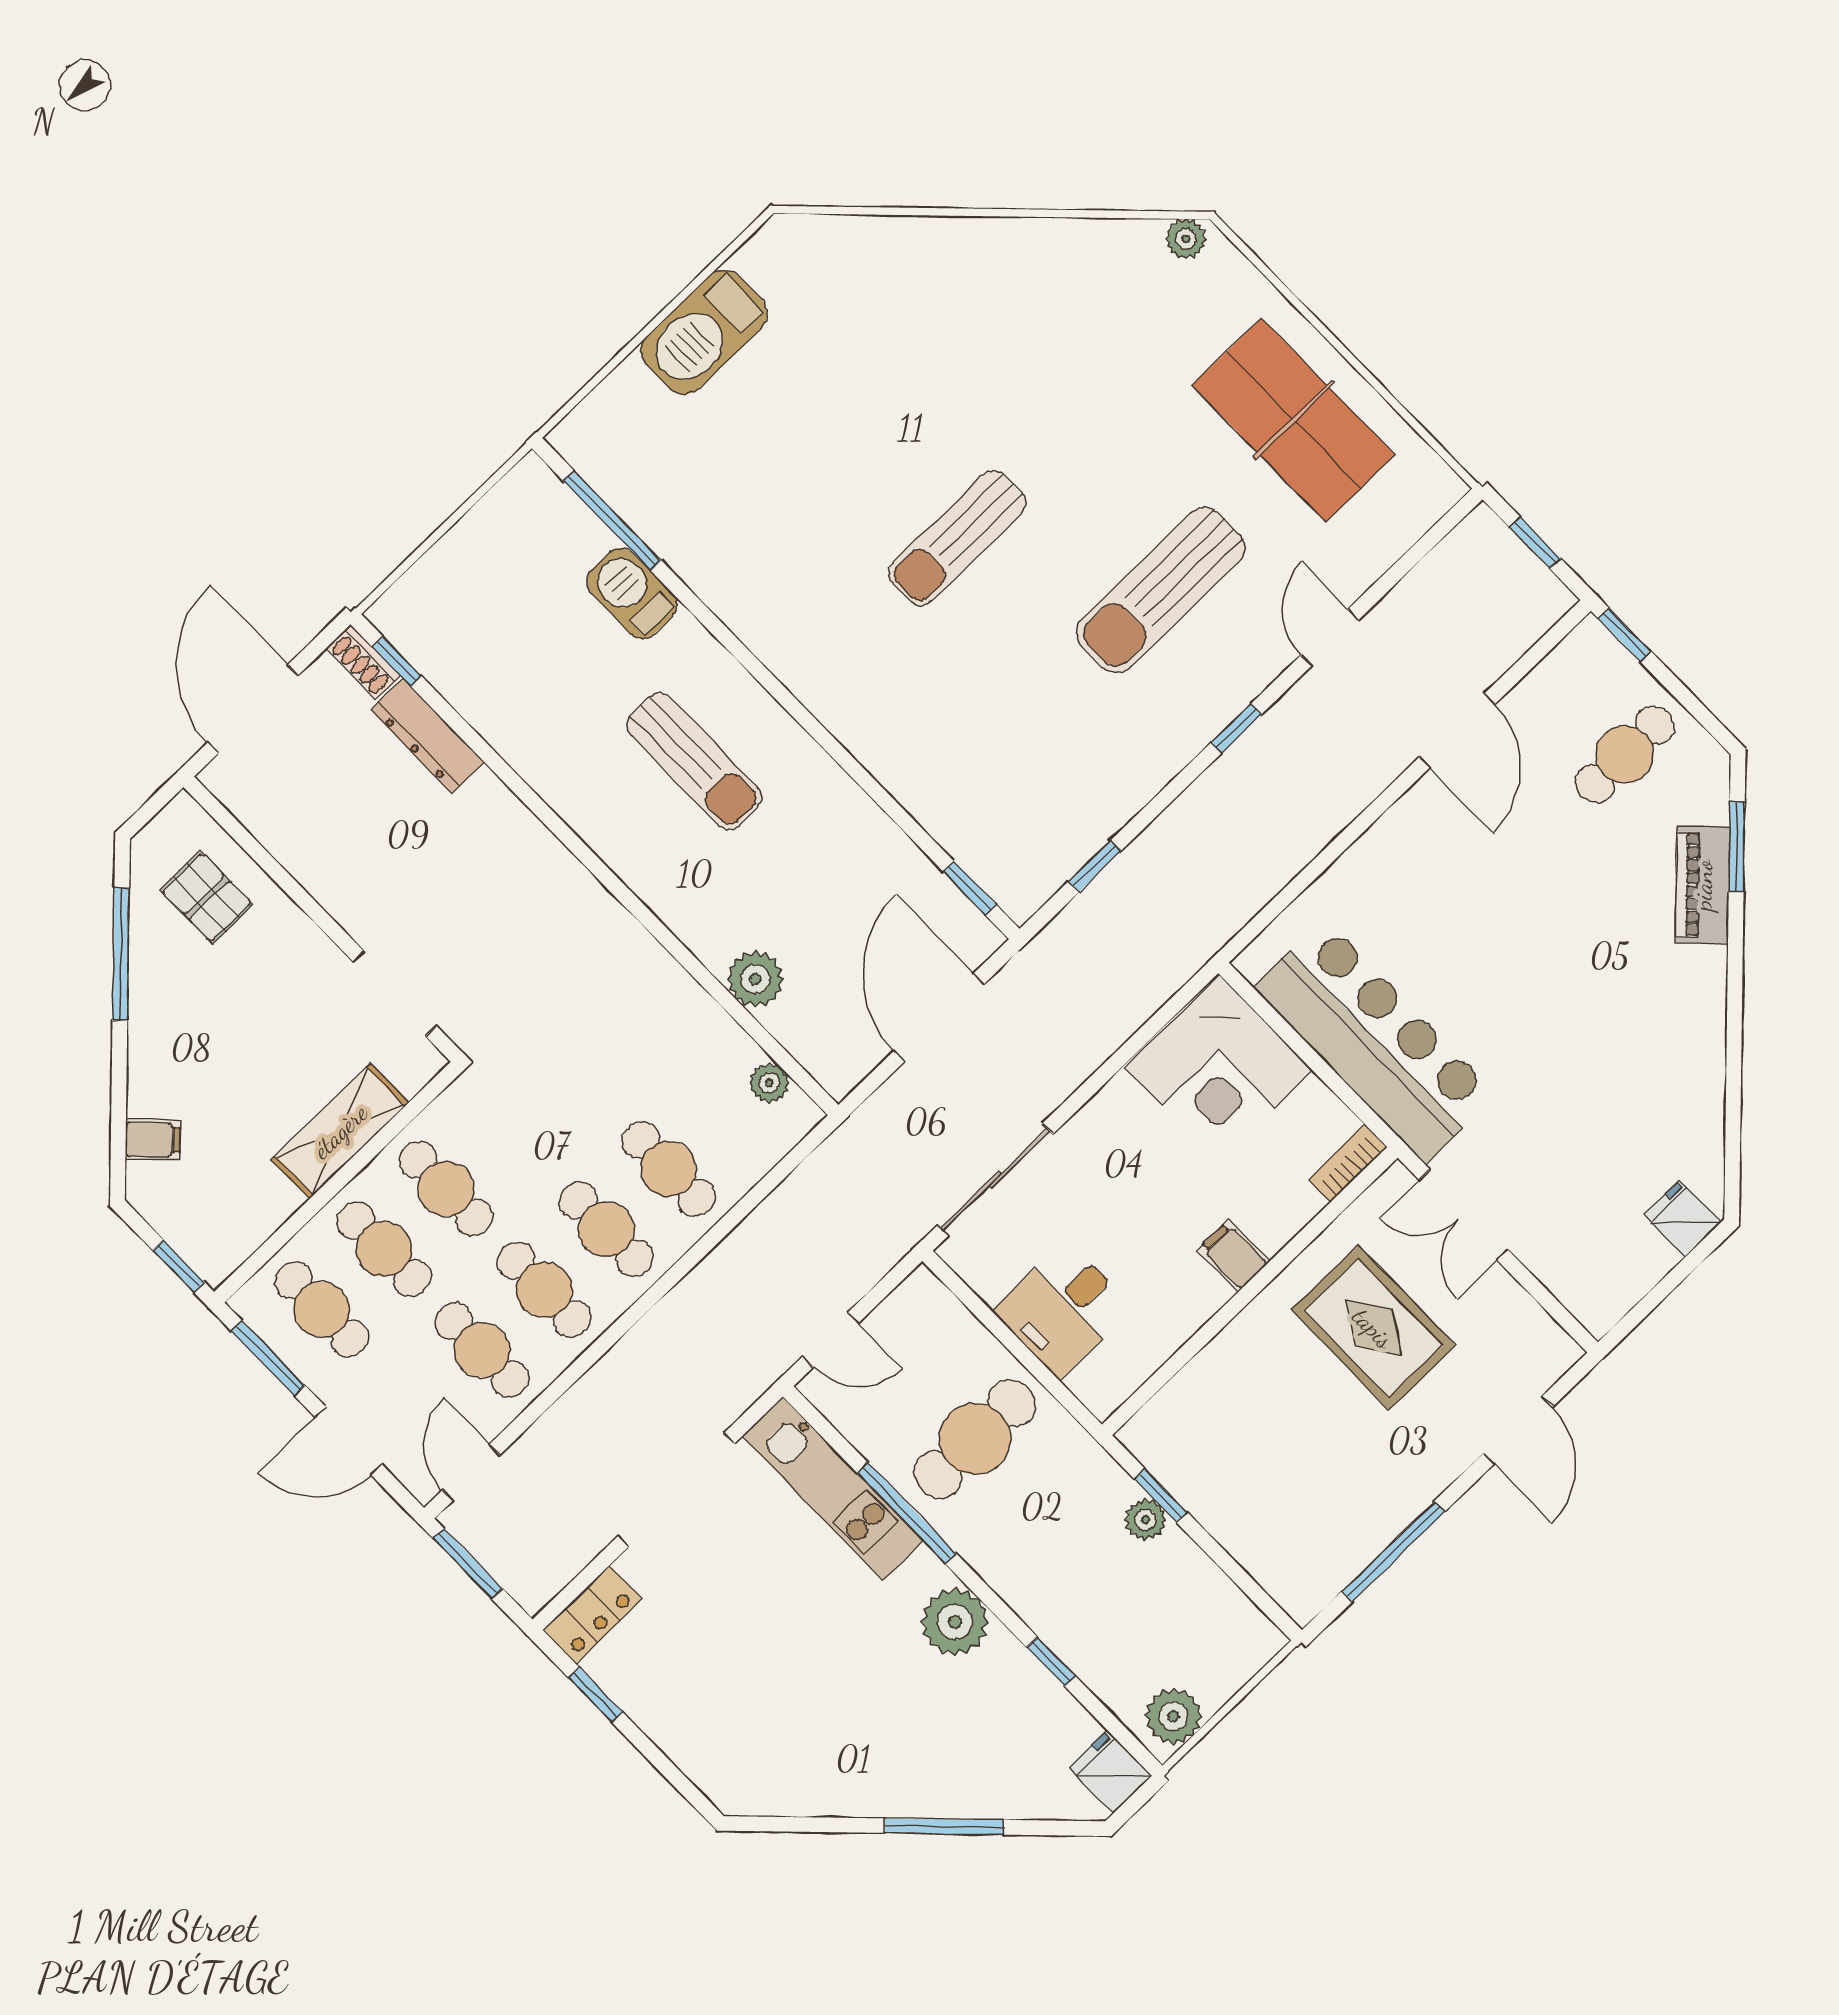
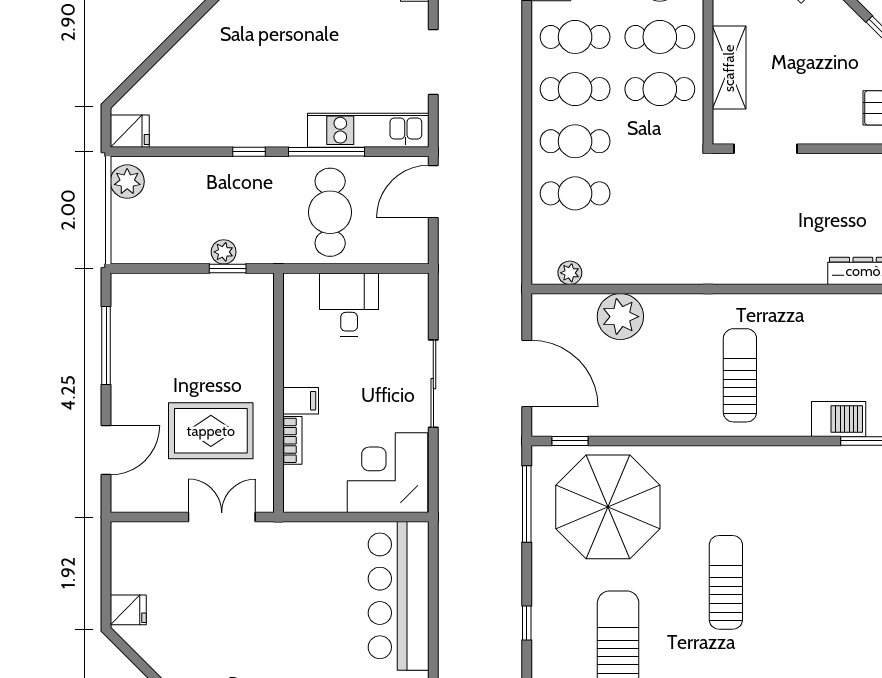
sun lounger: (694, 761) -> (740, 375), turned 90
parasol: (1004, 766) -> (608, 507), added
window: (1095, 866) -> (527, 504), width x2.17
plant: (755, 979) -> (620, 317), width x1.36, depth x1.36
bar counter: (1375, 1041) -> (399, 596), moved, turned 90
bookcase: (1348, 1163) -> (292, 440), moved
sliding door: (995, 1180) -> (433, 384), moved
door: (831, 1340) -> (433, 192), width x1.38
door: (1518, 1430) -> (106, 450), swing flipped
doorway: (676, 1490) -> (433, 62), width x0.73
plant: (955, 1622) -> (260, 127), removed
window: (1051, 1662) -> (249, 152), moved
window: (944, 1826) -> (176, 36), removed

